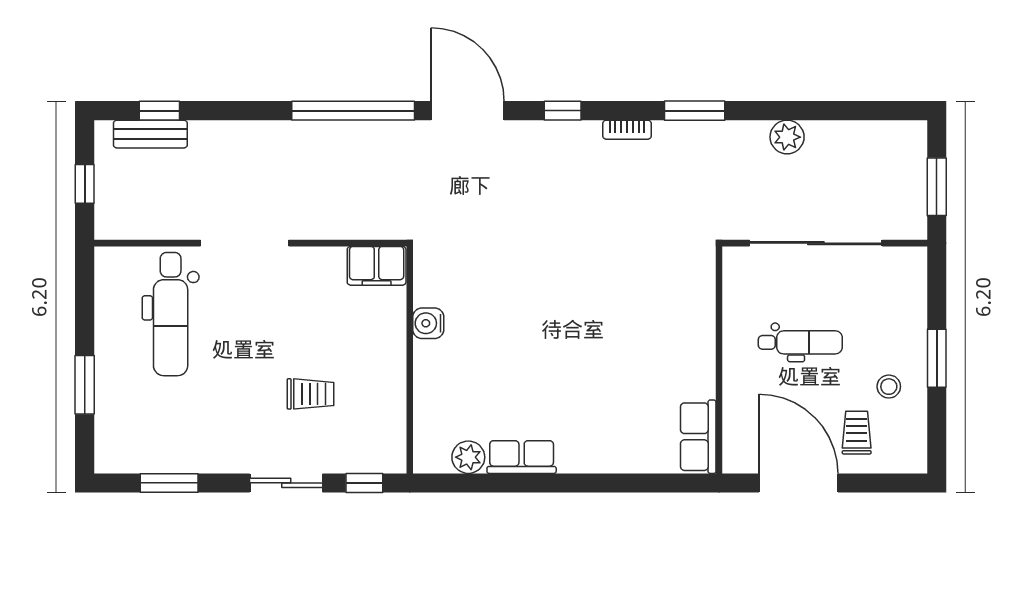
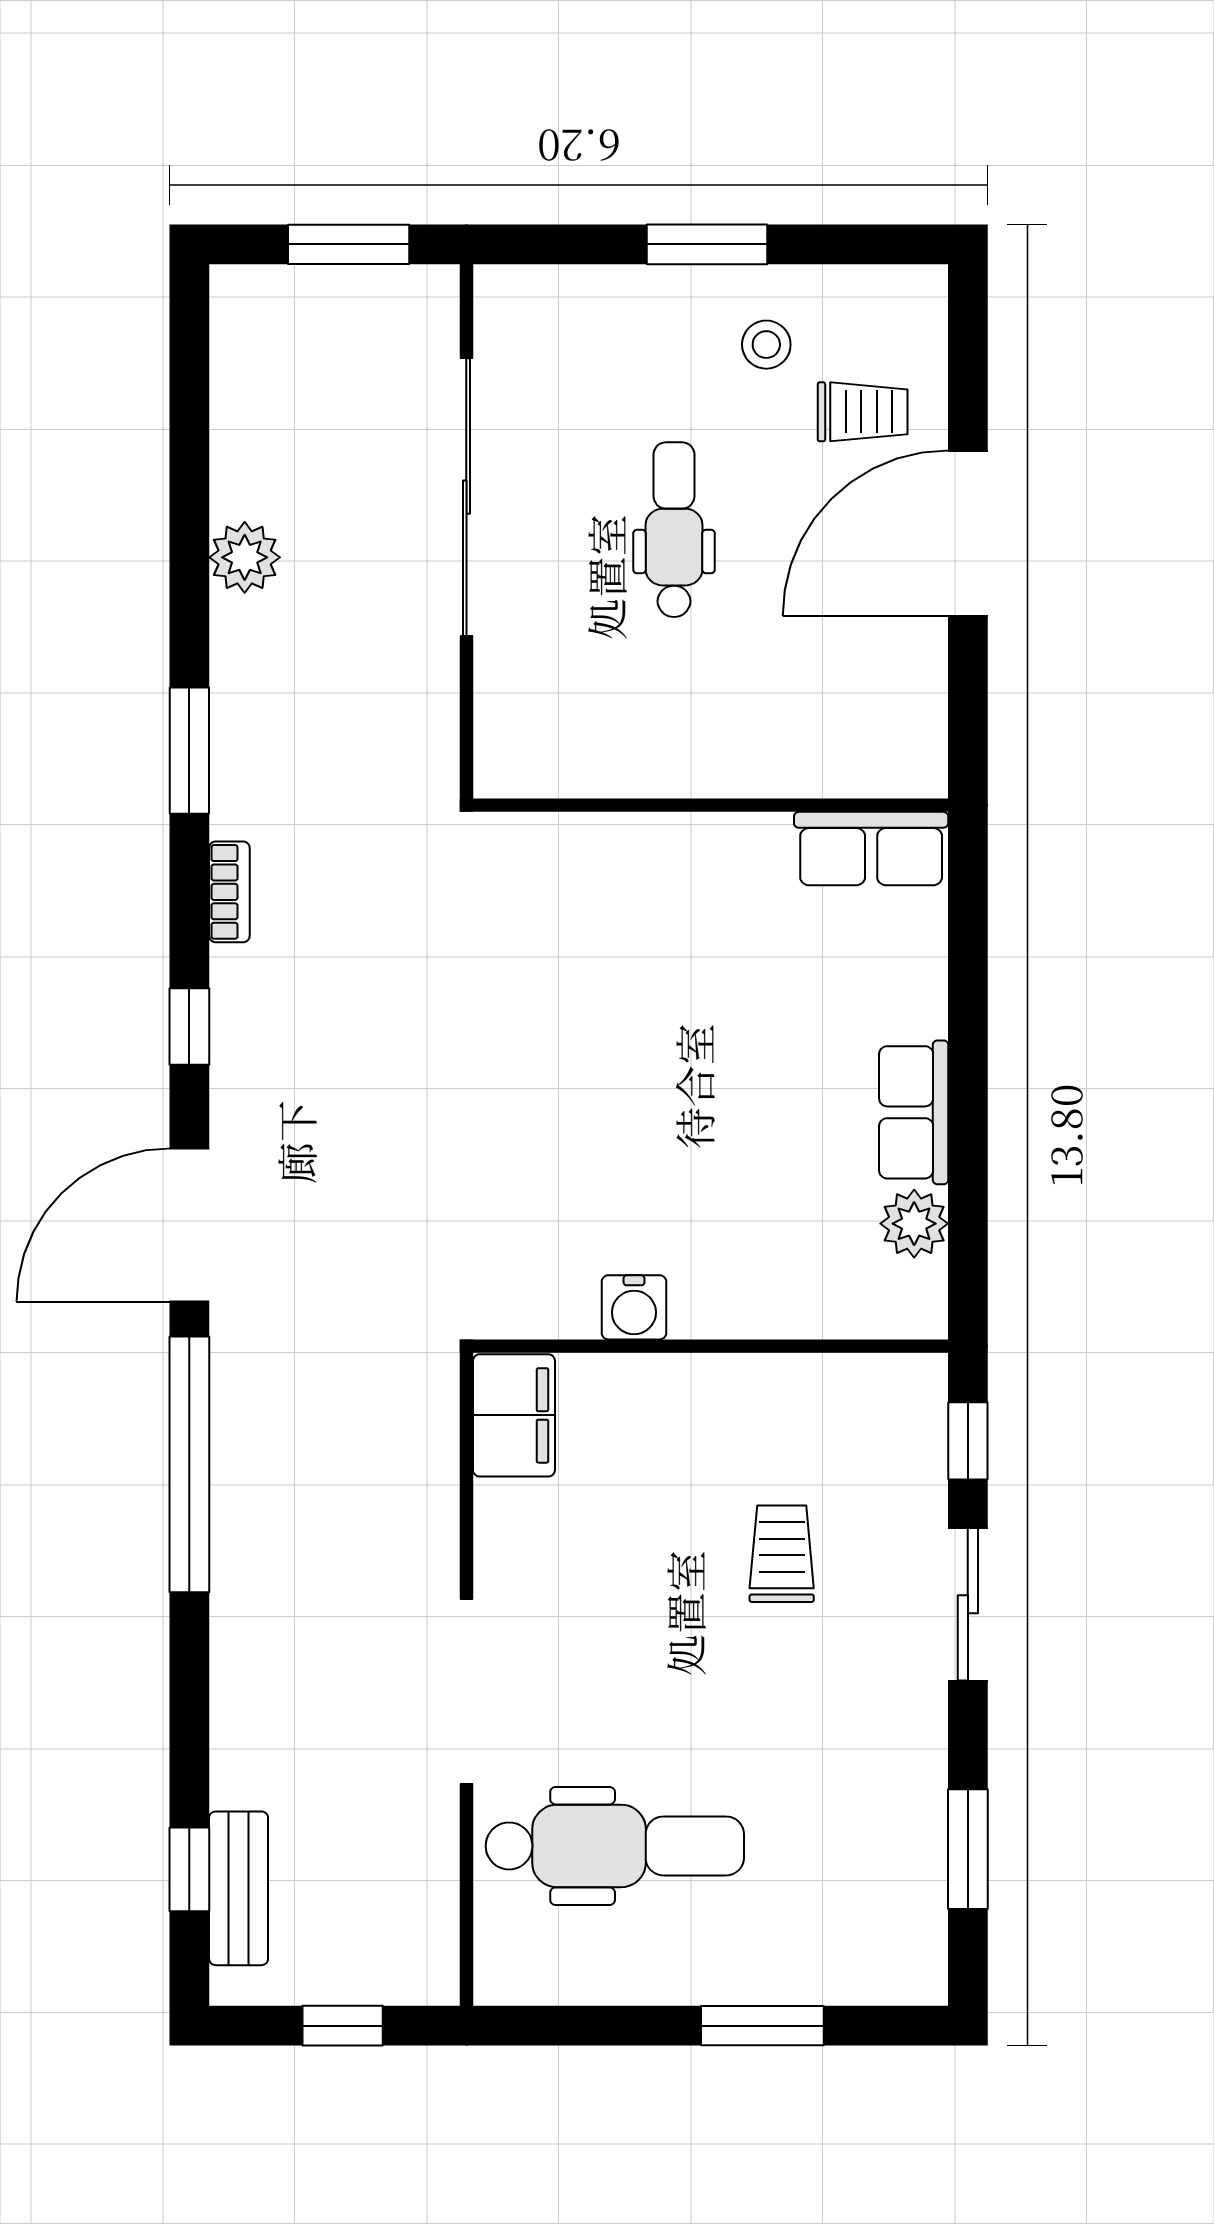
wall: (719, 360) -> (711, 805), moved
trolley: (857, 433) -> (863, 412), turned 180
row of seats: (698, 437) -> (871, 849), moved

